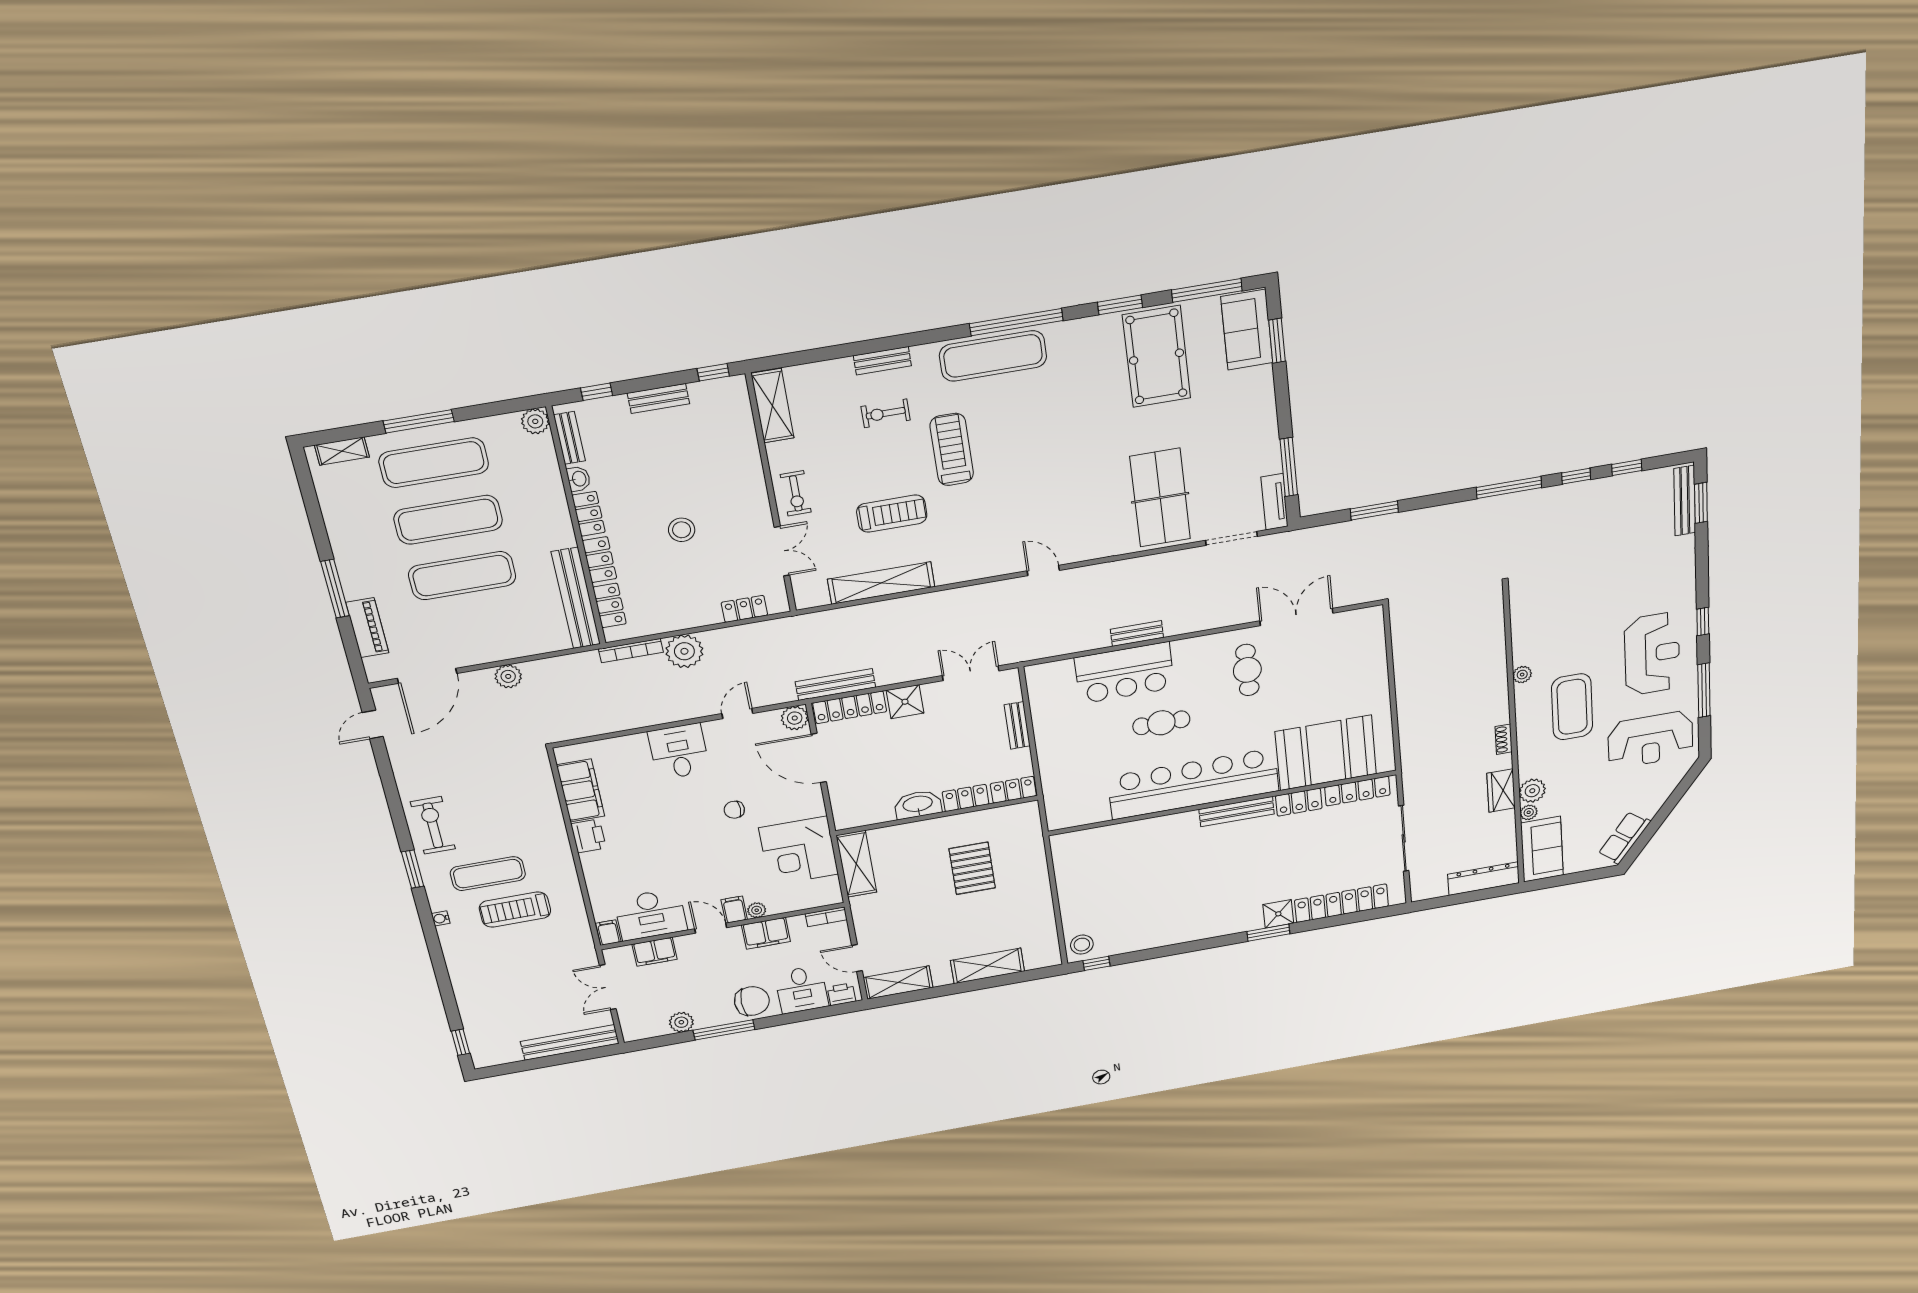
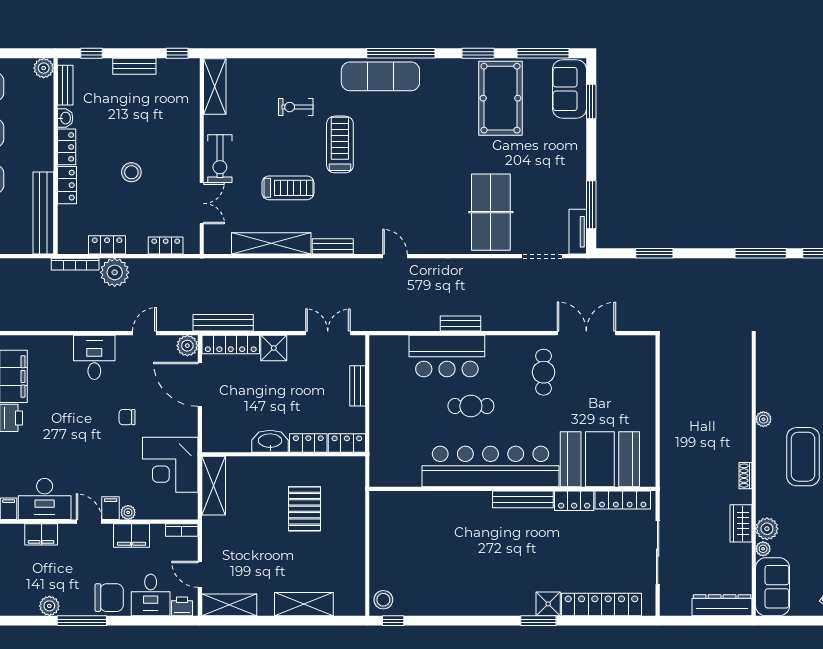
bench: (882, 361) -> (333, 246), moved
exercise bike: (796, 493) -> (220, 159), width x1.38, depth x1.39
locker: (610, 605) -> (107, 245), moved, turned -90

